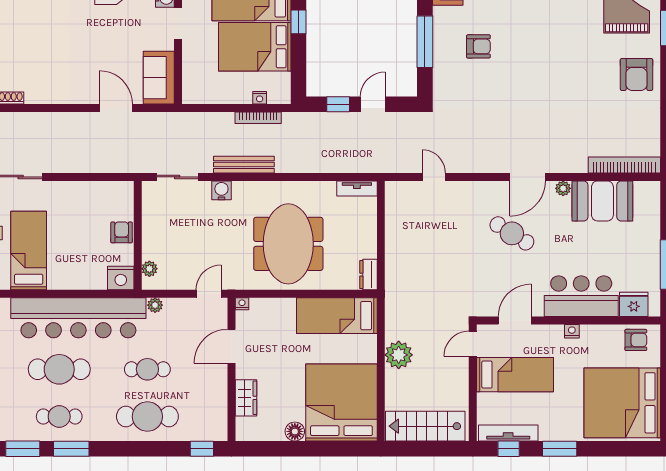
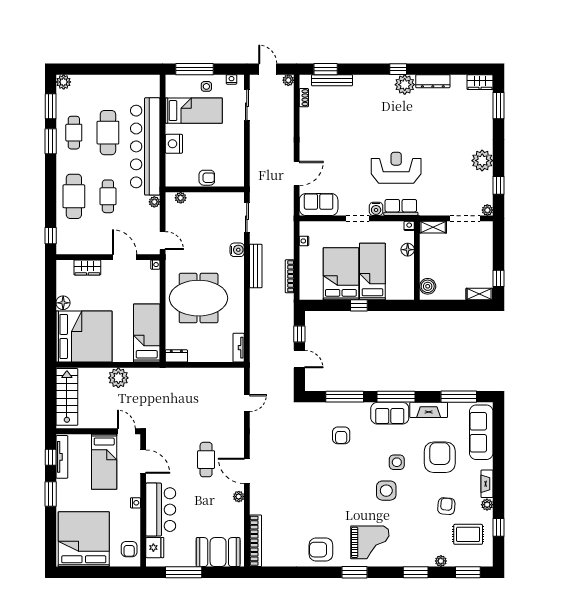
nightstand: (260, 98) -> (304, 241), moved
booth: (602, 201) -> (218, 552), moved, turned 90
cafe table: (512, 233) -> (206, 460), turned -32
nightstand: (121, 278) -> (174, 144), moved

